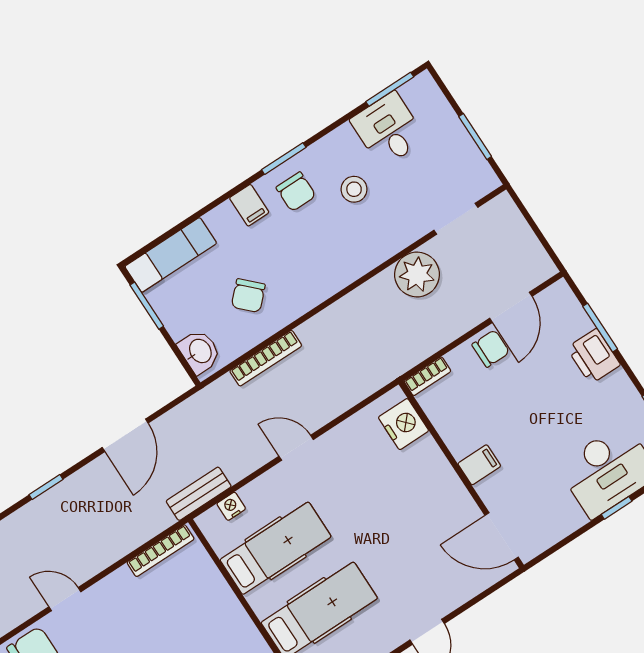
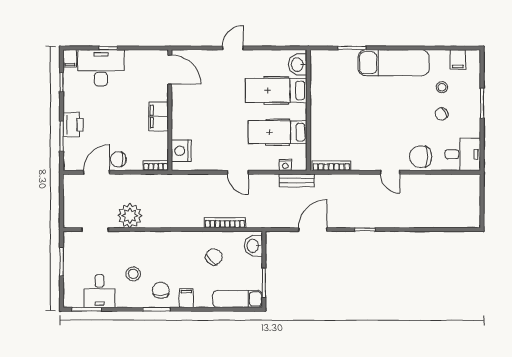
filing cabinet: (479, 465) -> (159, 116), width x2.00

